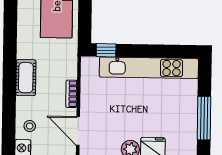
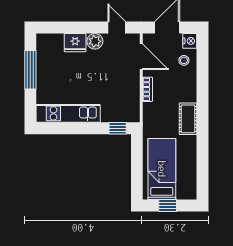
kitchen unit: (149, 68) -> (68, 113), width x0.73
cot: (26, 78) -> (188, 119), moved

